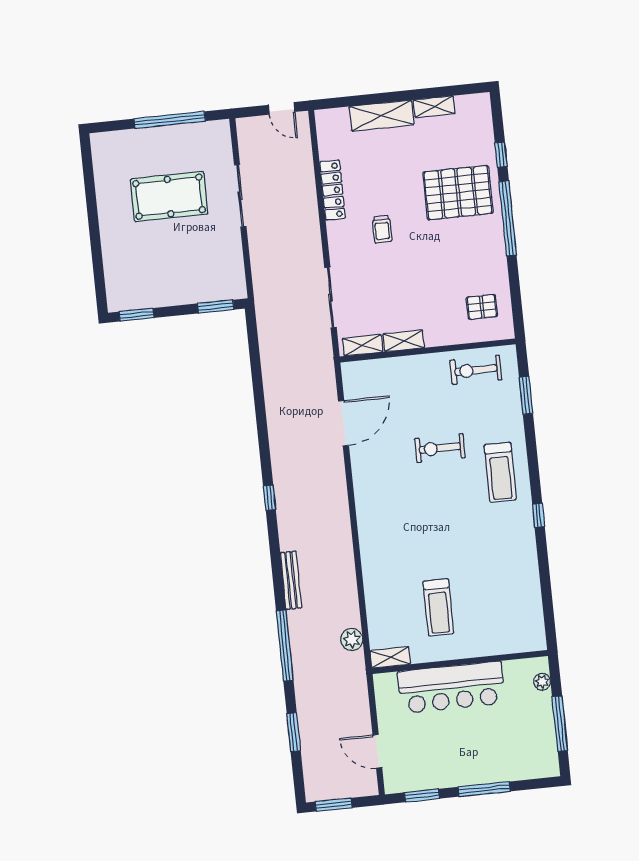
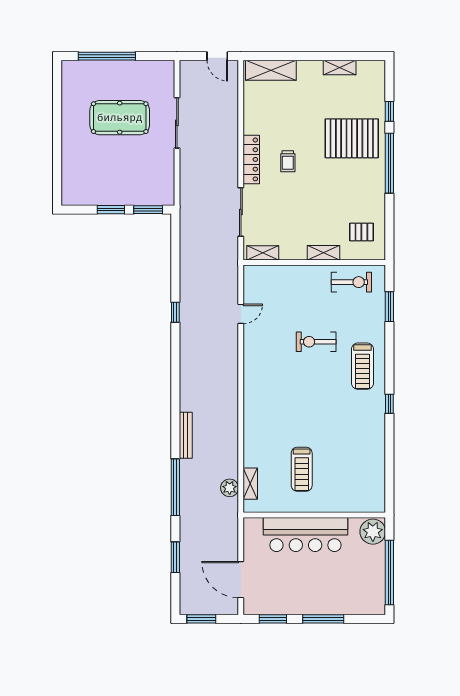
shelving: (382, 116) -> (271, 70), moved
window: (170, 120) -> (107, 56), moved
locker: (332, 190) -> (251, 159), moved
window: (137, 315) -> (111, 210), moved
shelving: (404, 341) -> (323, 253), moved
exercise bike: (476, 370) -> (351, 282), turned 180
door: (343, 423) -> (241, 314), width x0.53
window: (269, 498) -> (175, 312), moved
shelving: (390, 657) -> (250, 484), moved, turned 90
plant: (542, 682) -> (373, 532), width x1.88, depth x1.88
window: (560, 724) -> (389, 573), width x1.46
door: (377, 751) -> (241, 580), width x1.36

